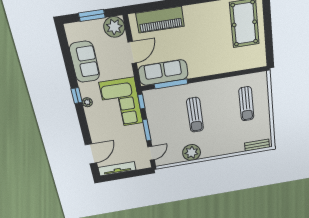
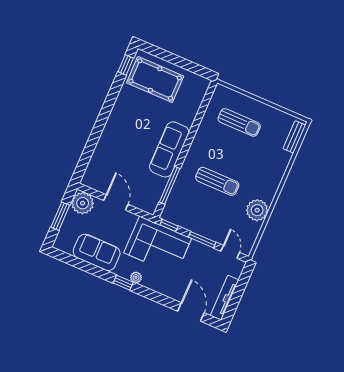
piano: (160, 20) -> (102, 157), removed
sofa: (163, 73) -> (169, 149), moved

